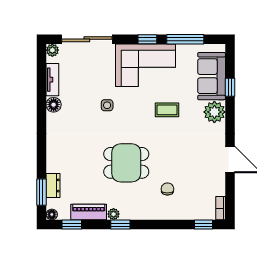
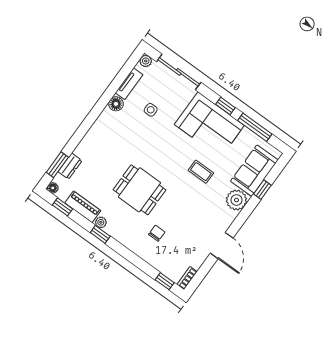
side table: (107, 105) -> (151, 110), moved

